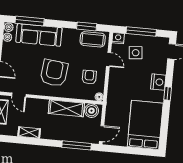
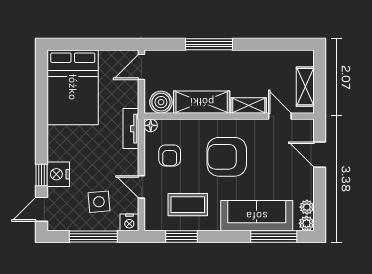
coffee table: (93, 39) -> (188, 205), moved
armchair: (54, 73) -> (227, 157), turned 84
nightstand: (158, 82) -> (58, 174), moved
window: (168, 94) -> (41, 175), moved
tv unit: (112, 96) -> (131, 129), added
shelving: (29, 132) -> (249, 105), moved
window: (77, 145) -> (209, 44), moved

